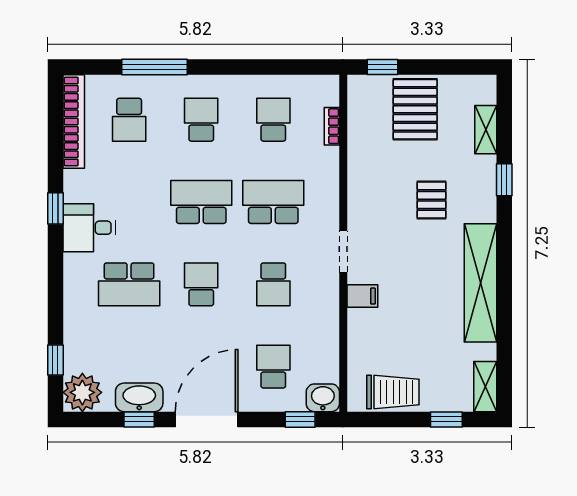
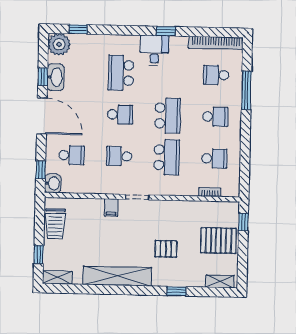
shelving: (486, 130) -> (220, 281), moved

